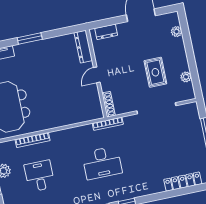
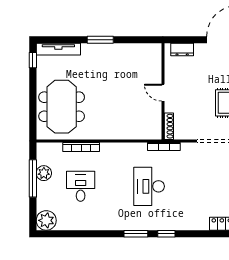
dresser: (83, 47) -> (155, 60), removed
door: (97, 75) -> (163, 93), hinge flipped
desk: (102, 163) -> (149, 186), turned 90

